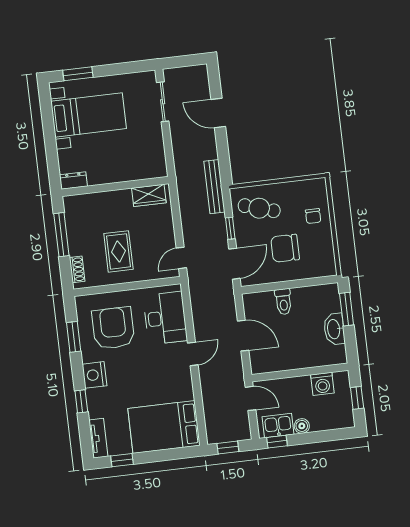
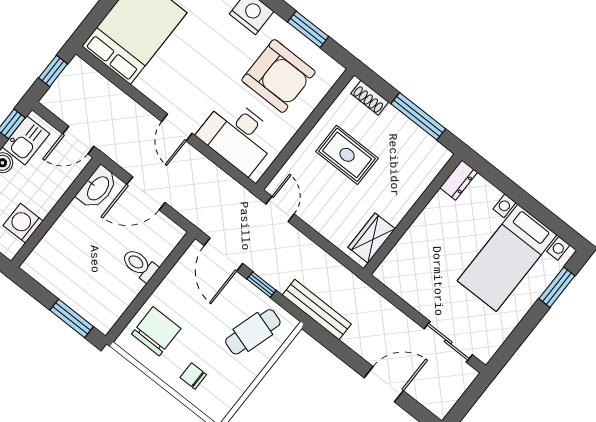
chair: (285, 248) -> (156, 331), moved
washbasin: (334, 329) -> (97, 188), moved, turned 90

